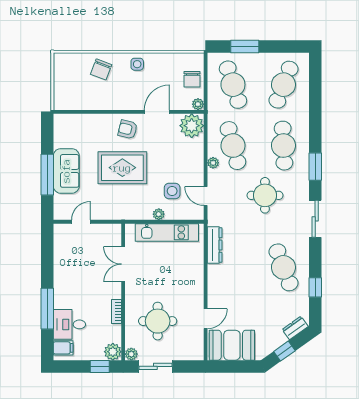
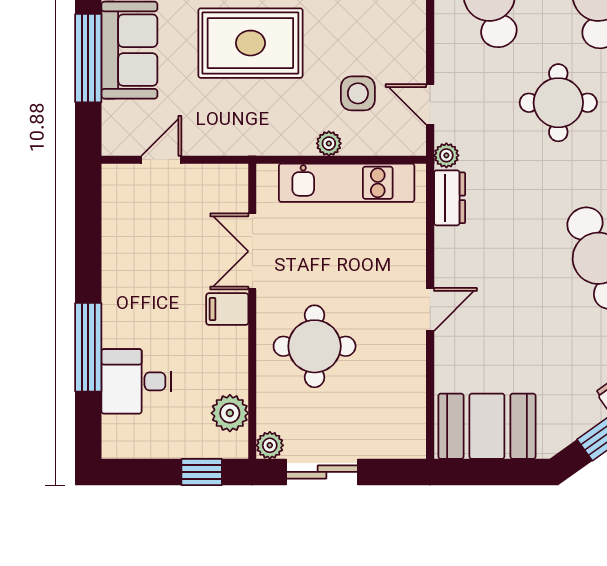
plant: (213, 163) -> (446, 155), moved
dresser: (215, 245) -> (450, 198), width x0.70
bookcase: (116, 312) -> (238, 354), removed
door: (206, 319) -> (430, 309), moved
round table: (158, 321) -> (315, 346), moved
filing cabinet: (63, 348) -> (227, 309), moved, turned 180
plant: (113, 352) -> (230, 413), moved

